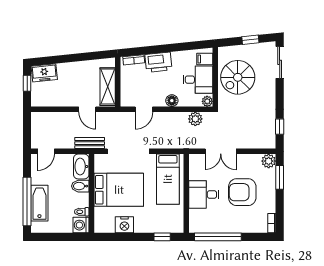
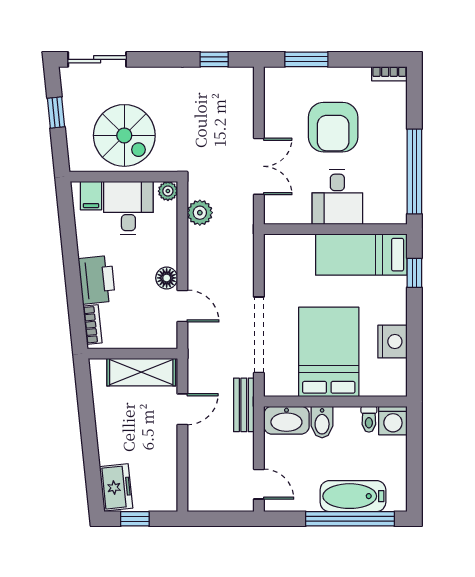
floor lamp: (172, 101) -> (167, 278), moved
plant: (269, 161) -> (276, 79), removed
bed: (168, 179) -> (361, 255), moved, turned 180

